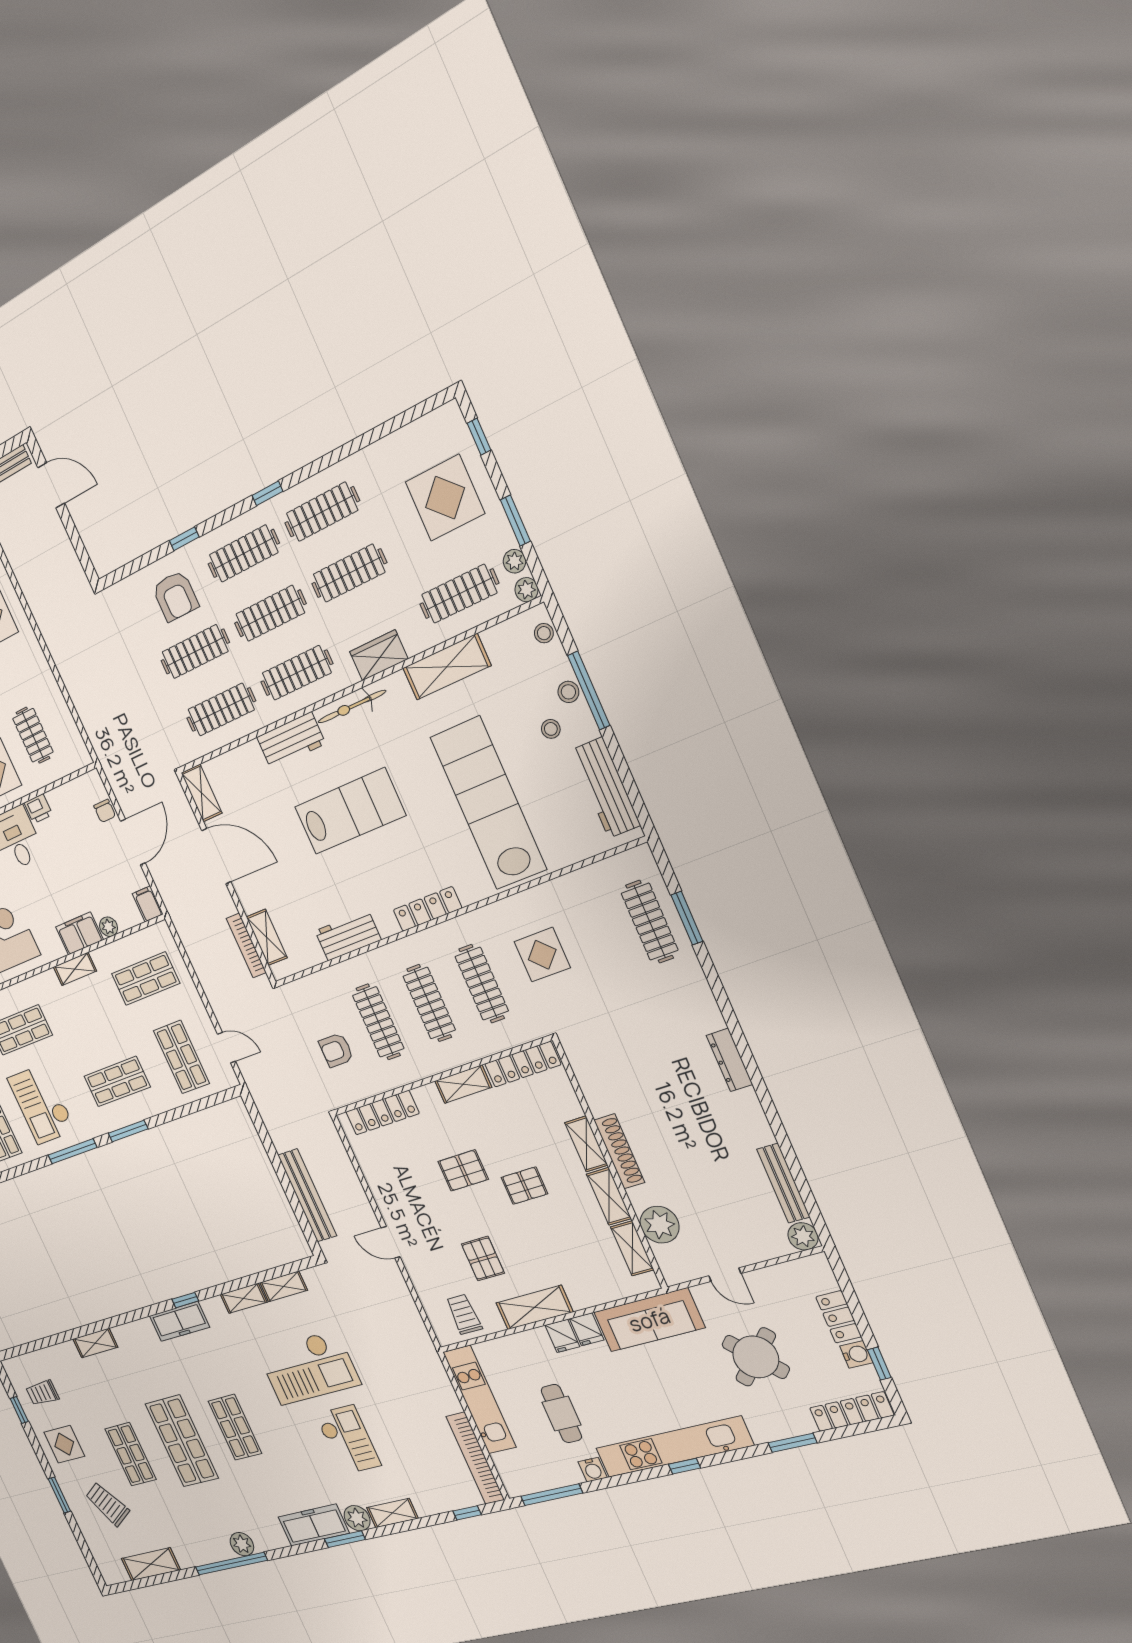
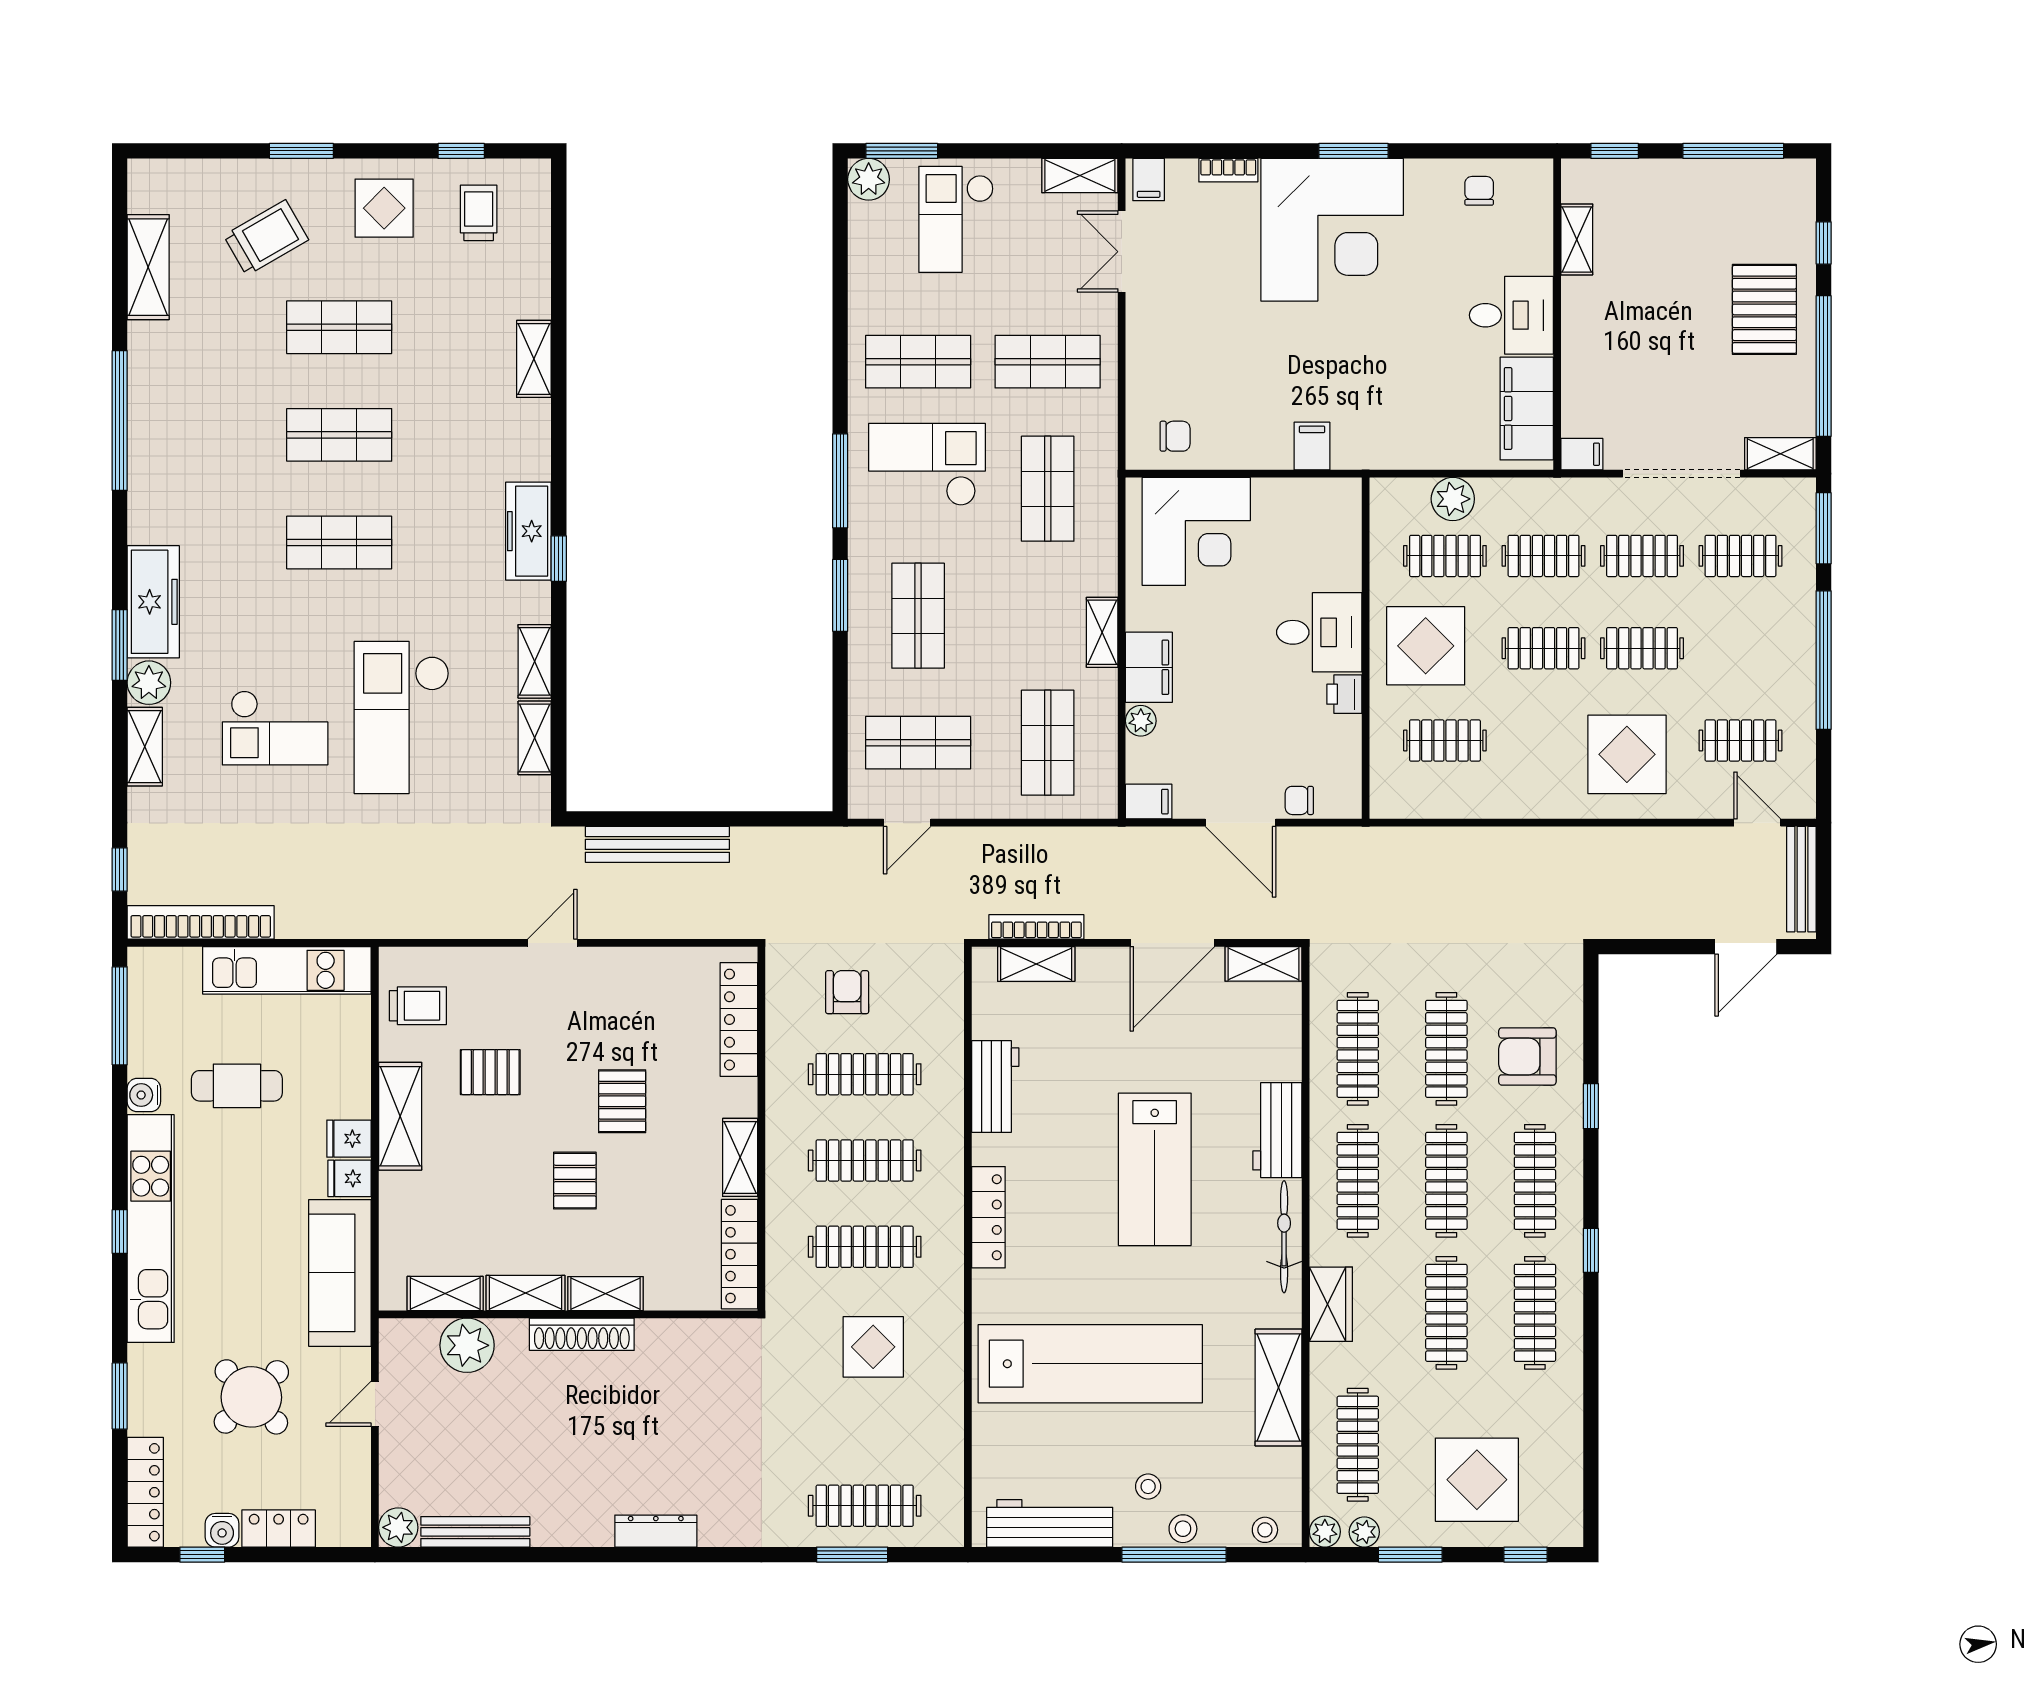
shop shelf: (182, 1441) -> (339, 435), width x0.70, depth x0.74
plant: (242, 1544) -> (148, 457), removed

